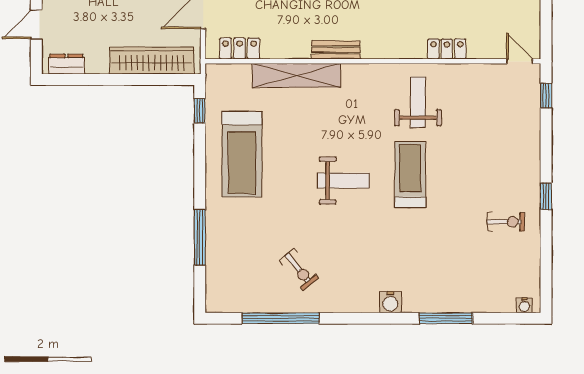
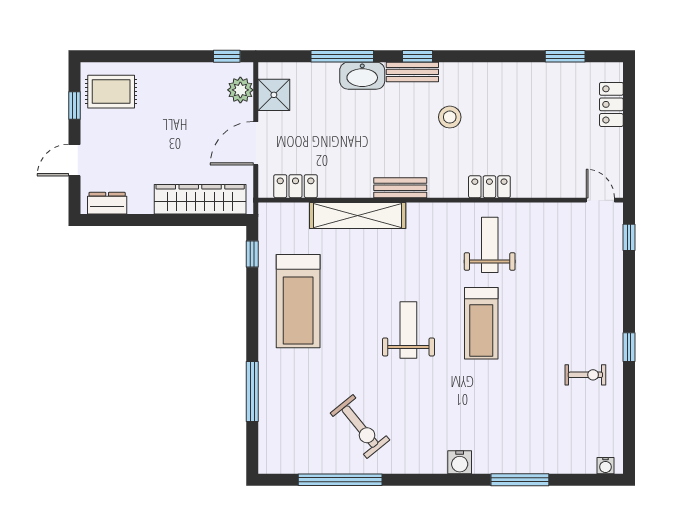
locker: (447, 49) -> (489, 187), moved
treadmill: (410, 175) -> (481, 323), turned 180
weight bench: (343, 181) -> (408, 330), turned -90
exercise bike: (299, 269) -> (360, 427), width x1.38, depth x1.39

